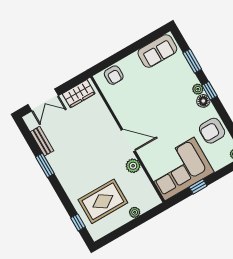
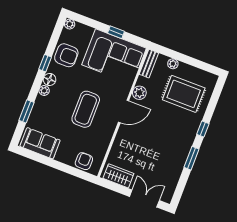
window: (210, 91) -> (45, 63), moved
coffee table: (155, 111) -> (86, 109), added
door: (128, 140) -> (124, 111), swing flipped
bench: (42, 141) -> (149, 64), moved
window: (78, 222) -> (203, 129), moved

